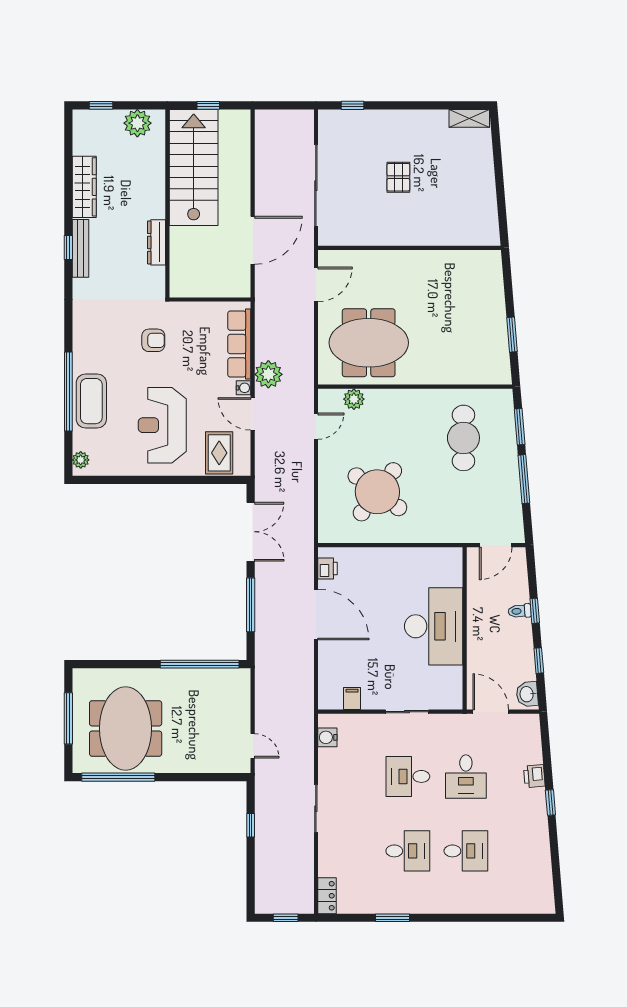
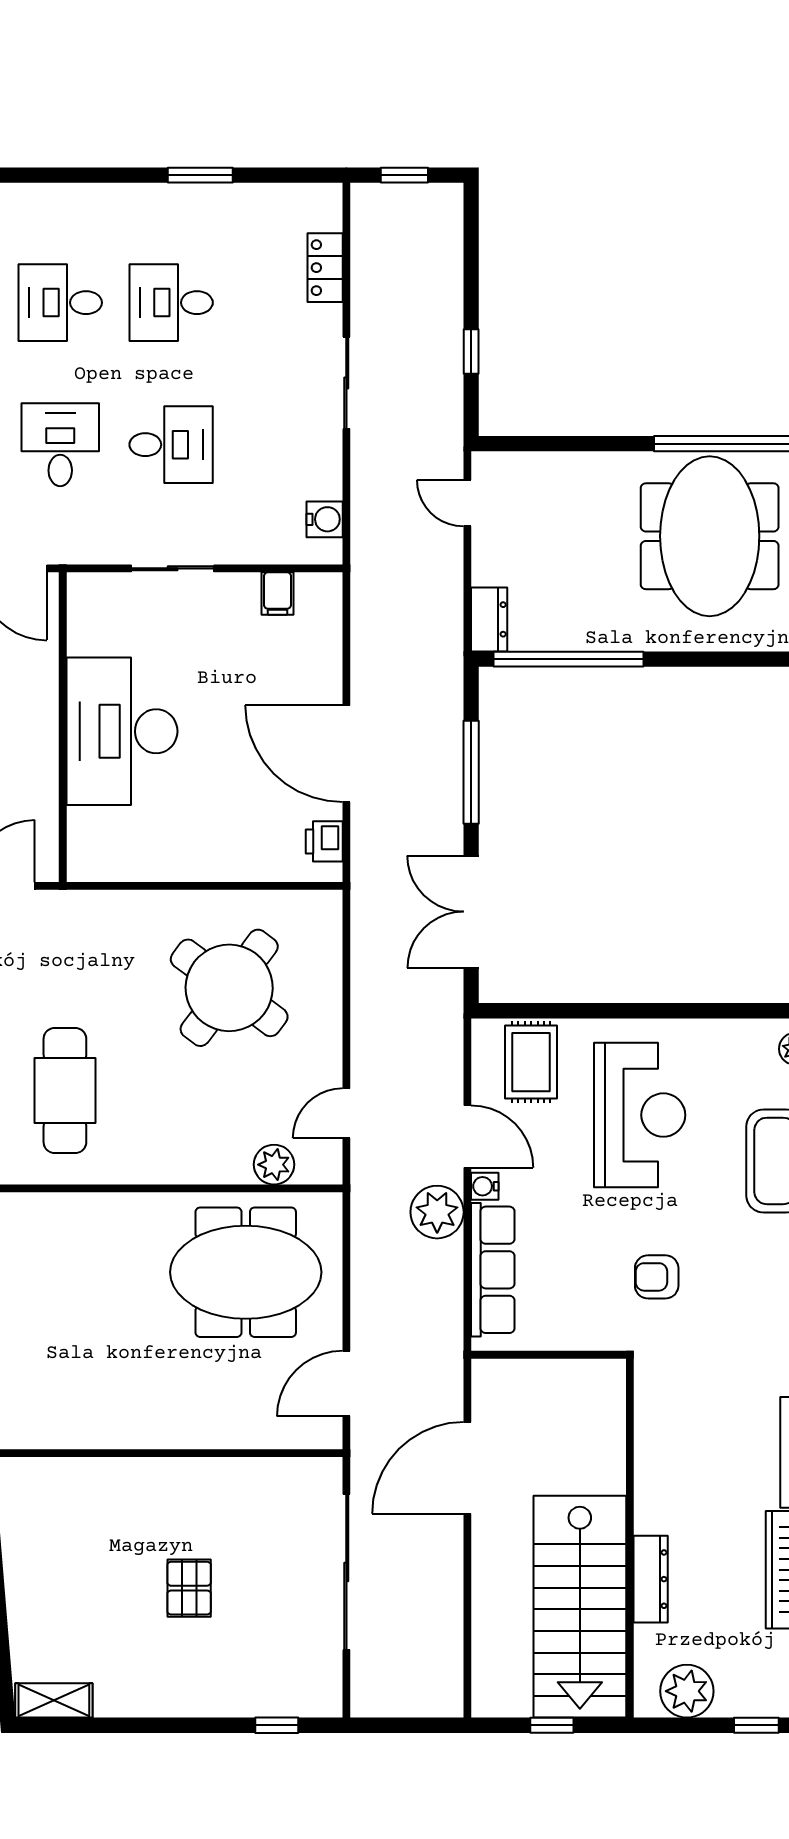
dresser: (156, 242) -> (651, 1579), moved
dresser: (241, 685) -> (489, 619), added
locker: (327, 896) -> (325, 268), moved

